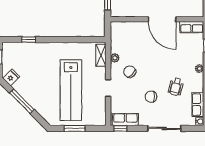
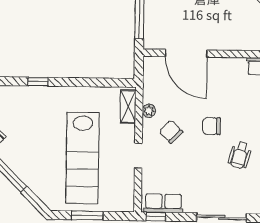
door: (162, 19) -> (186, 53), moved
window: (29, 40) -> (38, 82), moved
chair: (151, 97) -> (212, 126), moved

